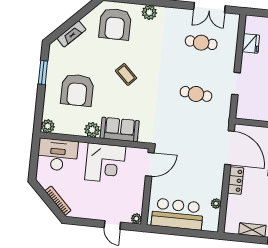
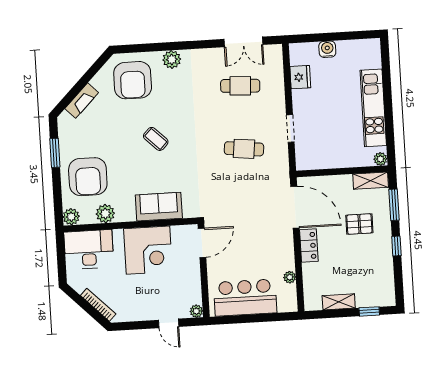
armchair: (77, 90) -> (88, 177), moved
plant: (92, 130) -> (105, 214), moved

